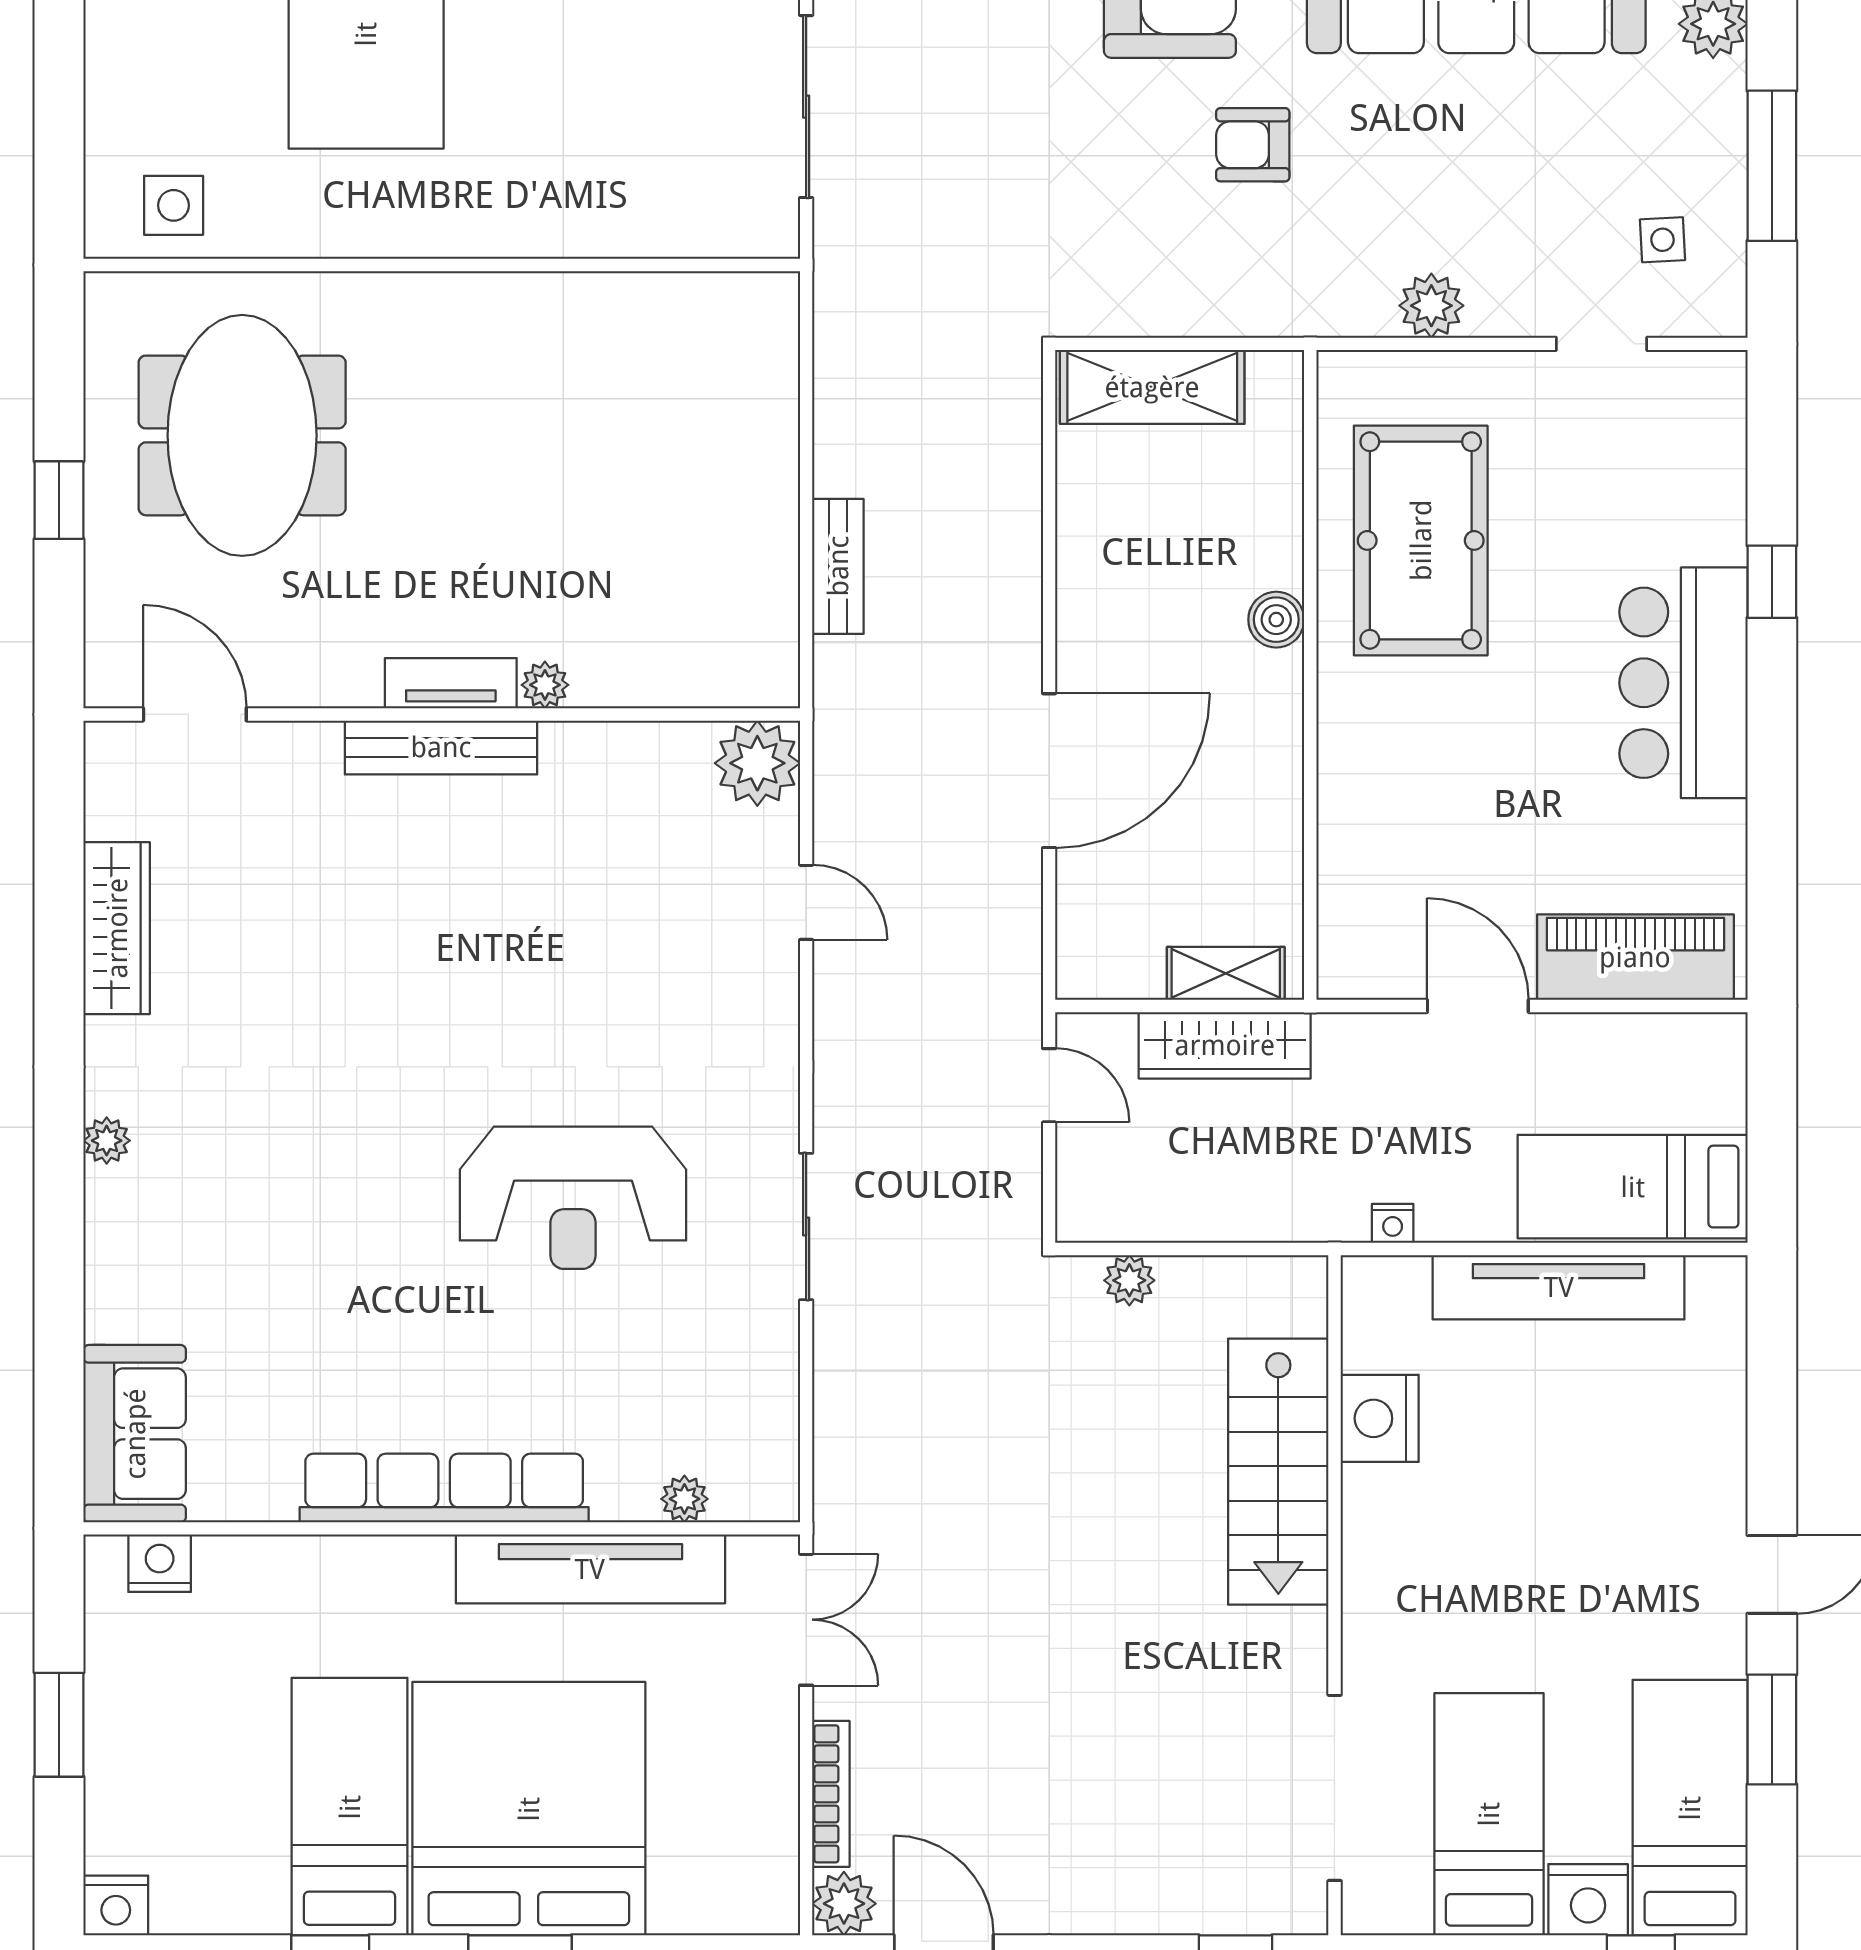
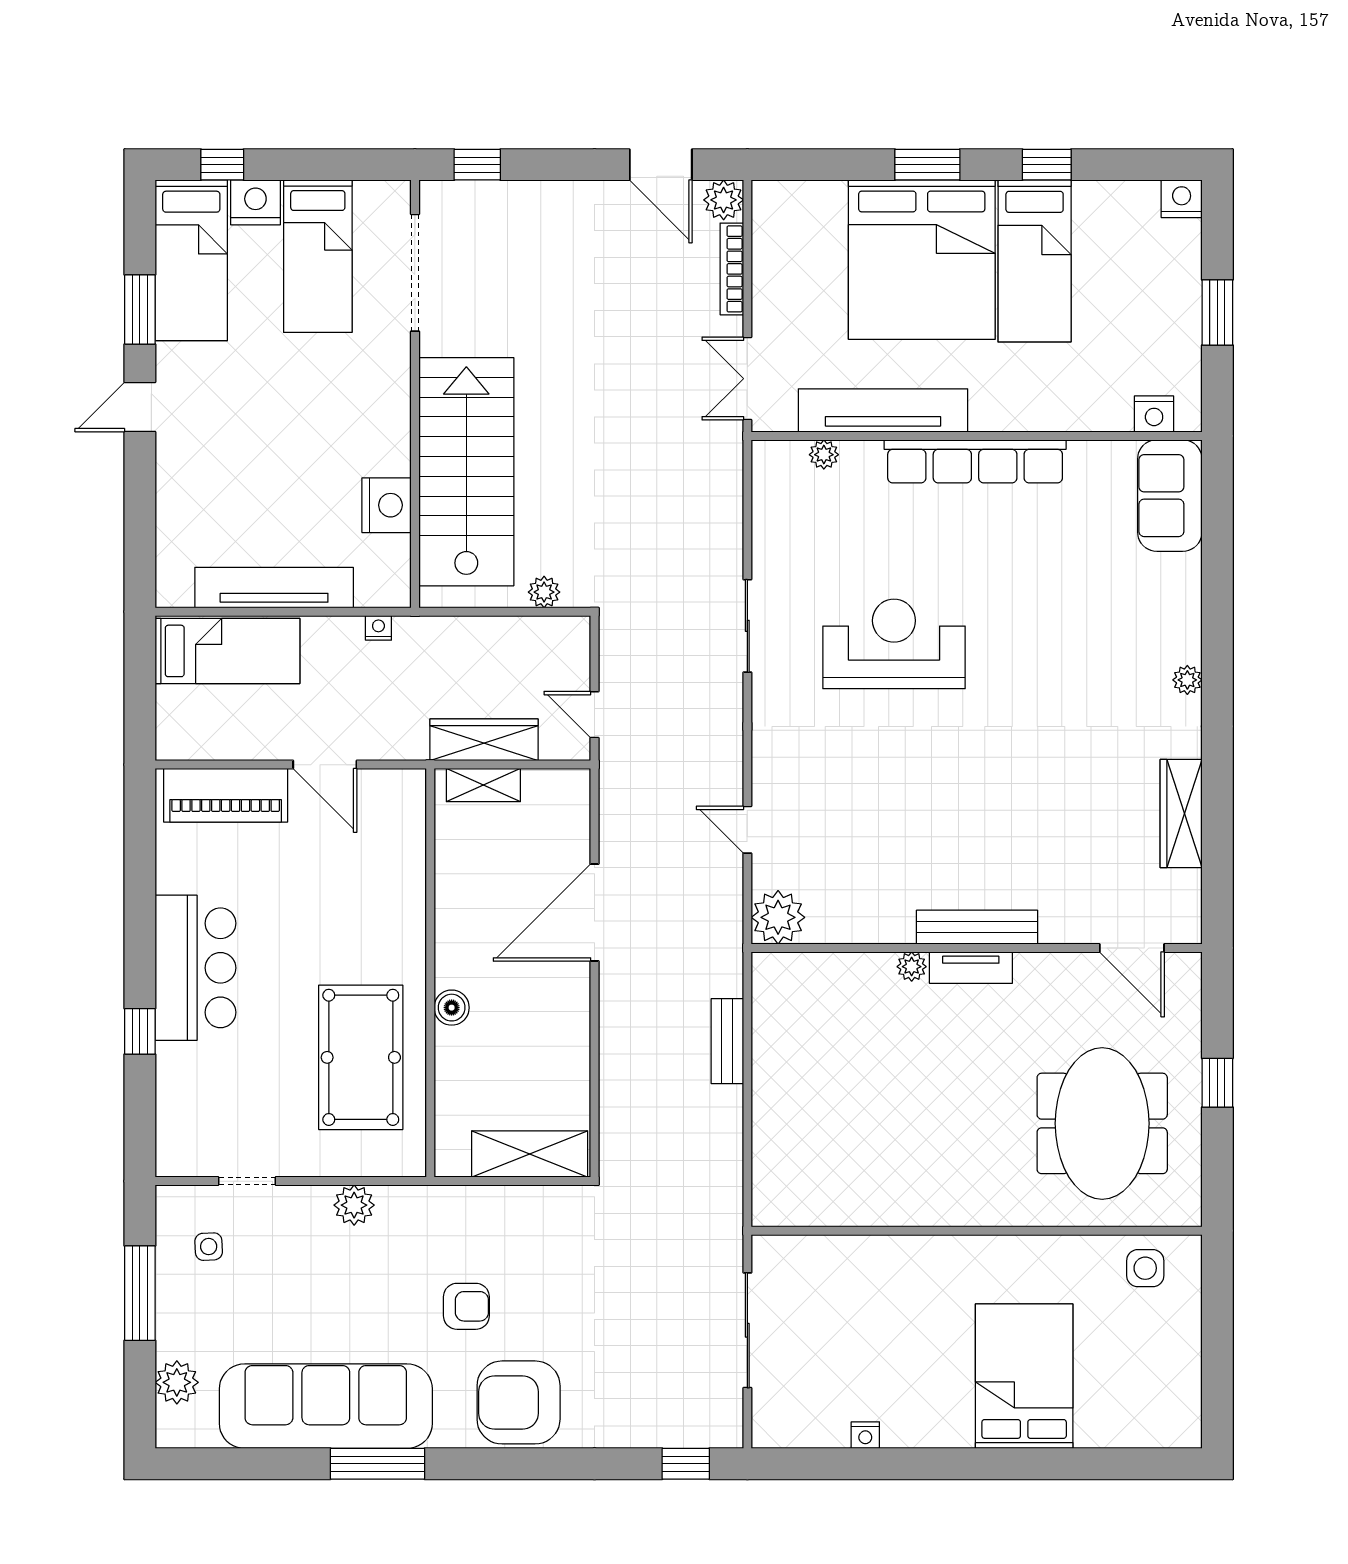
stairs: (1278, 1472) -> (466, 472), width x1.36, depth x1.51

